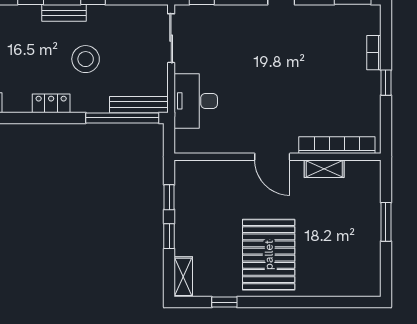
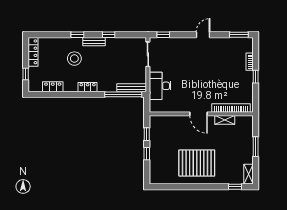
stool: (86, 59) -> (74, 59), moved
pallet: (269, 255) -> (197, 163), turned 90
shelving: (183, 277) -> (249, 174), moved
window: (224, 302) -> (235, 187), moved

